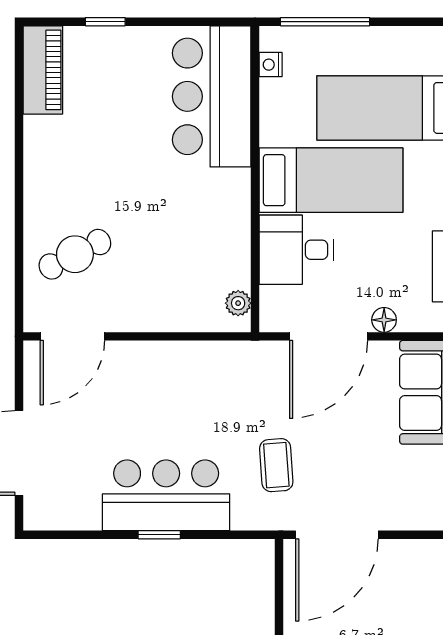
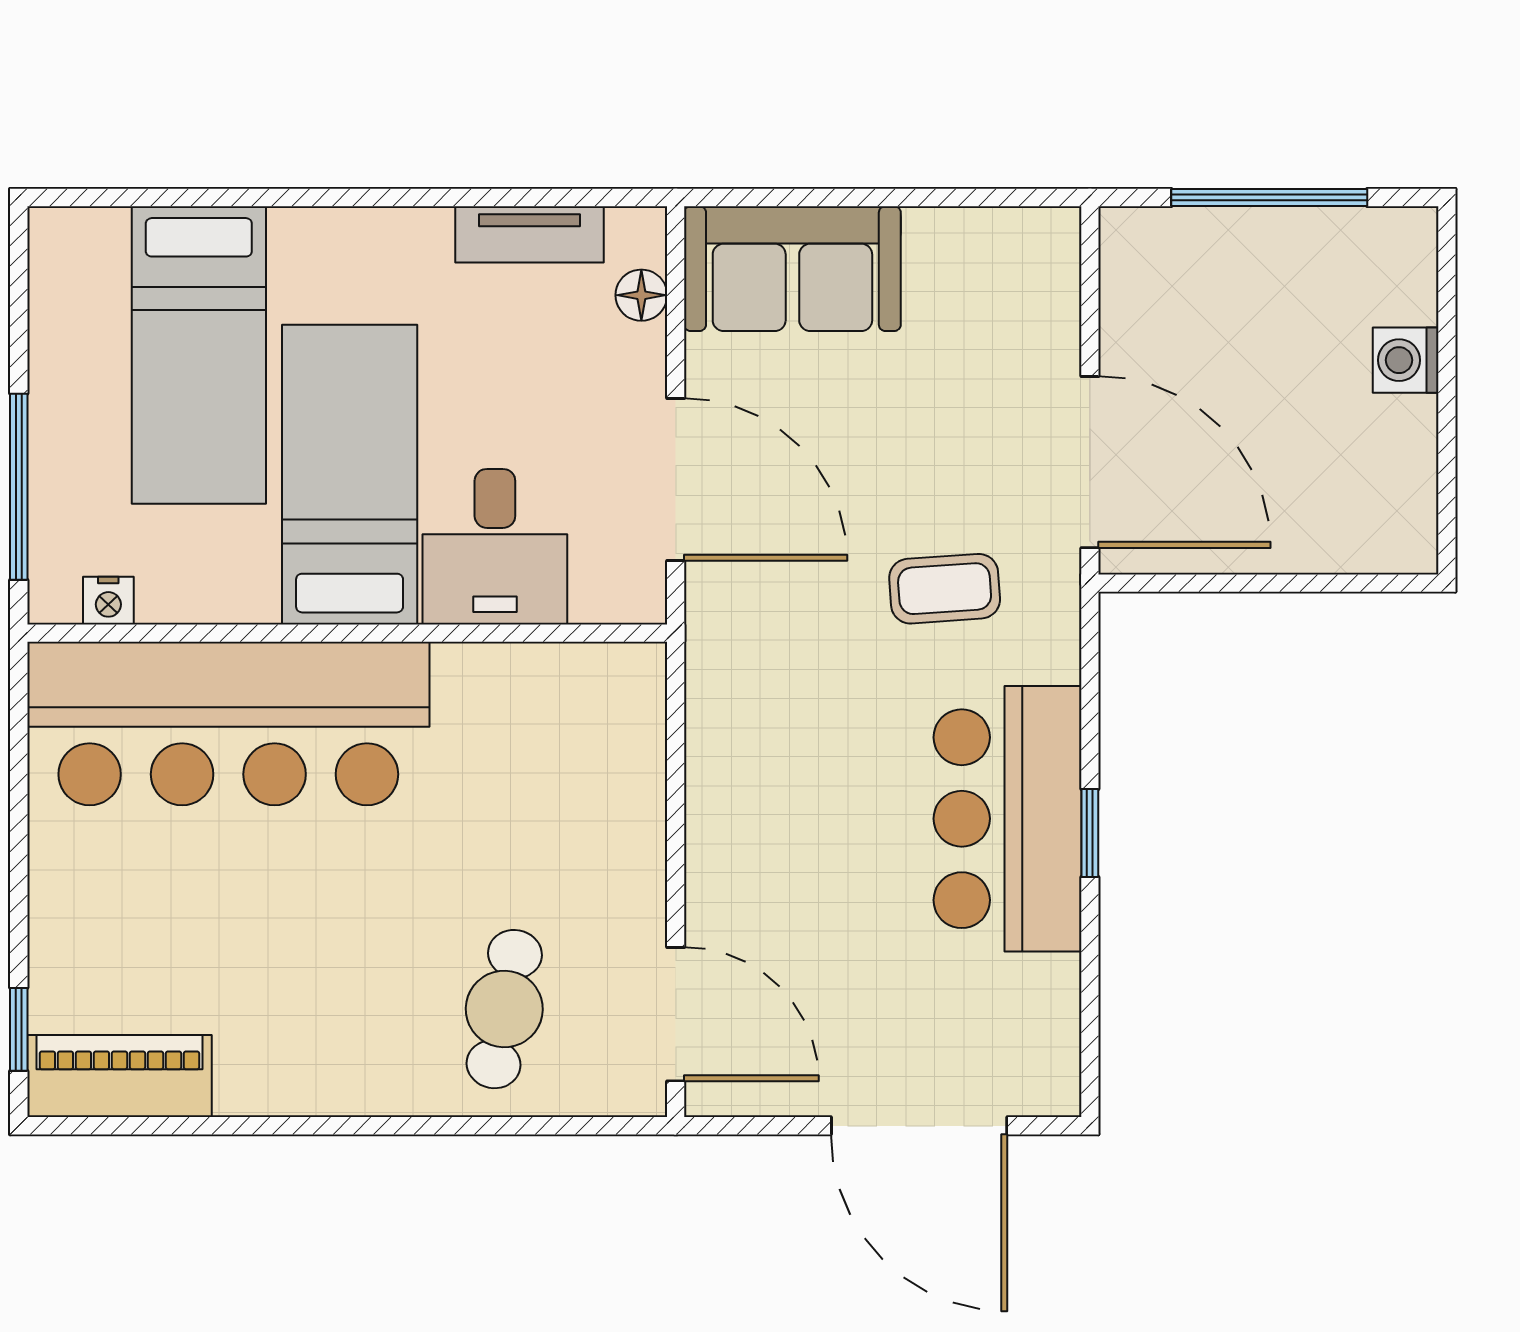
window: (105, 22) -> (19, 1029), moved
bar counter: (212, 96) -> (228, 724), width x1.36
cafe table: (75, 254) -> (504, 1009), turned 38
plant: (238, 303) -> (606, 668), removed
floor lamp: (384, 320) -> (641, 295), moved

